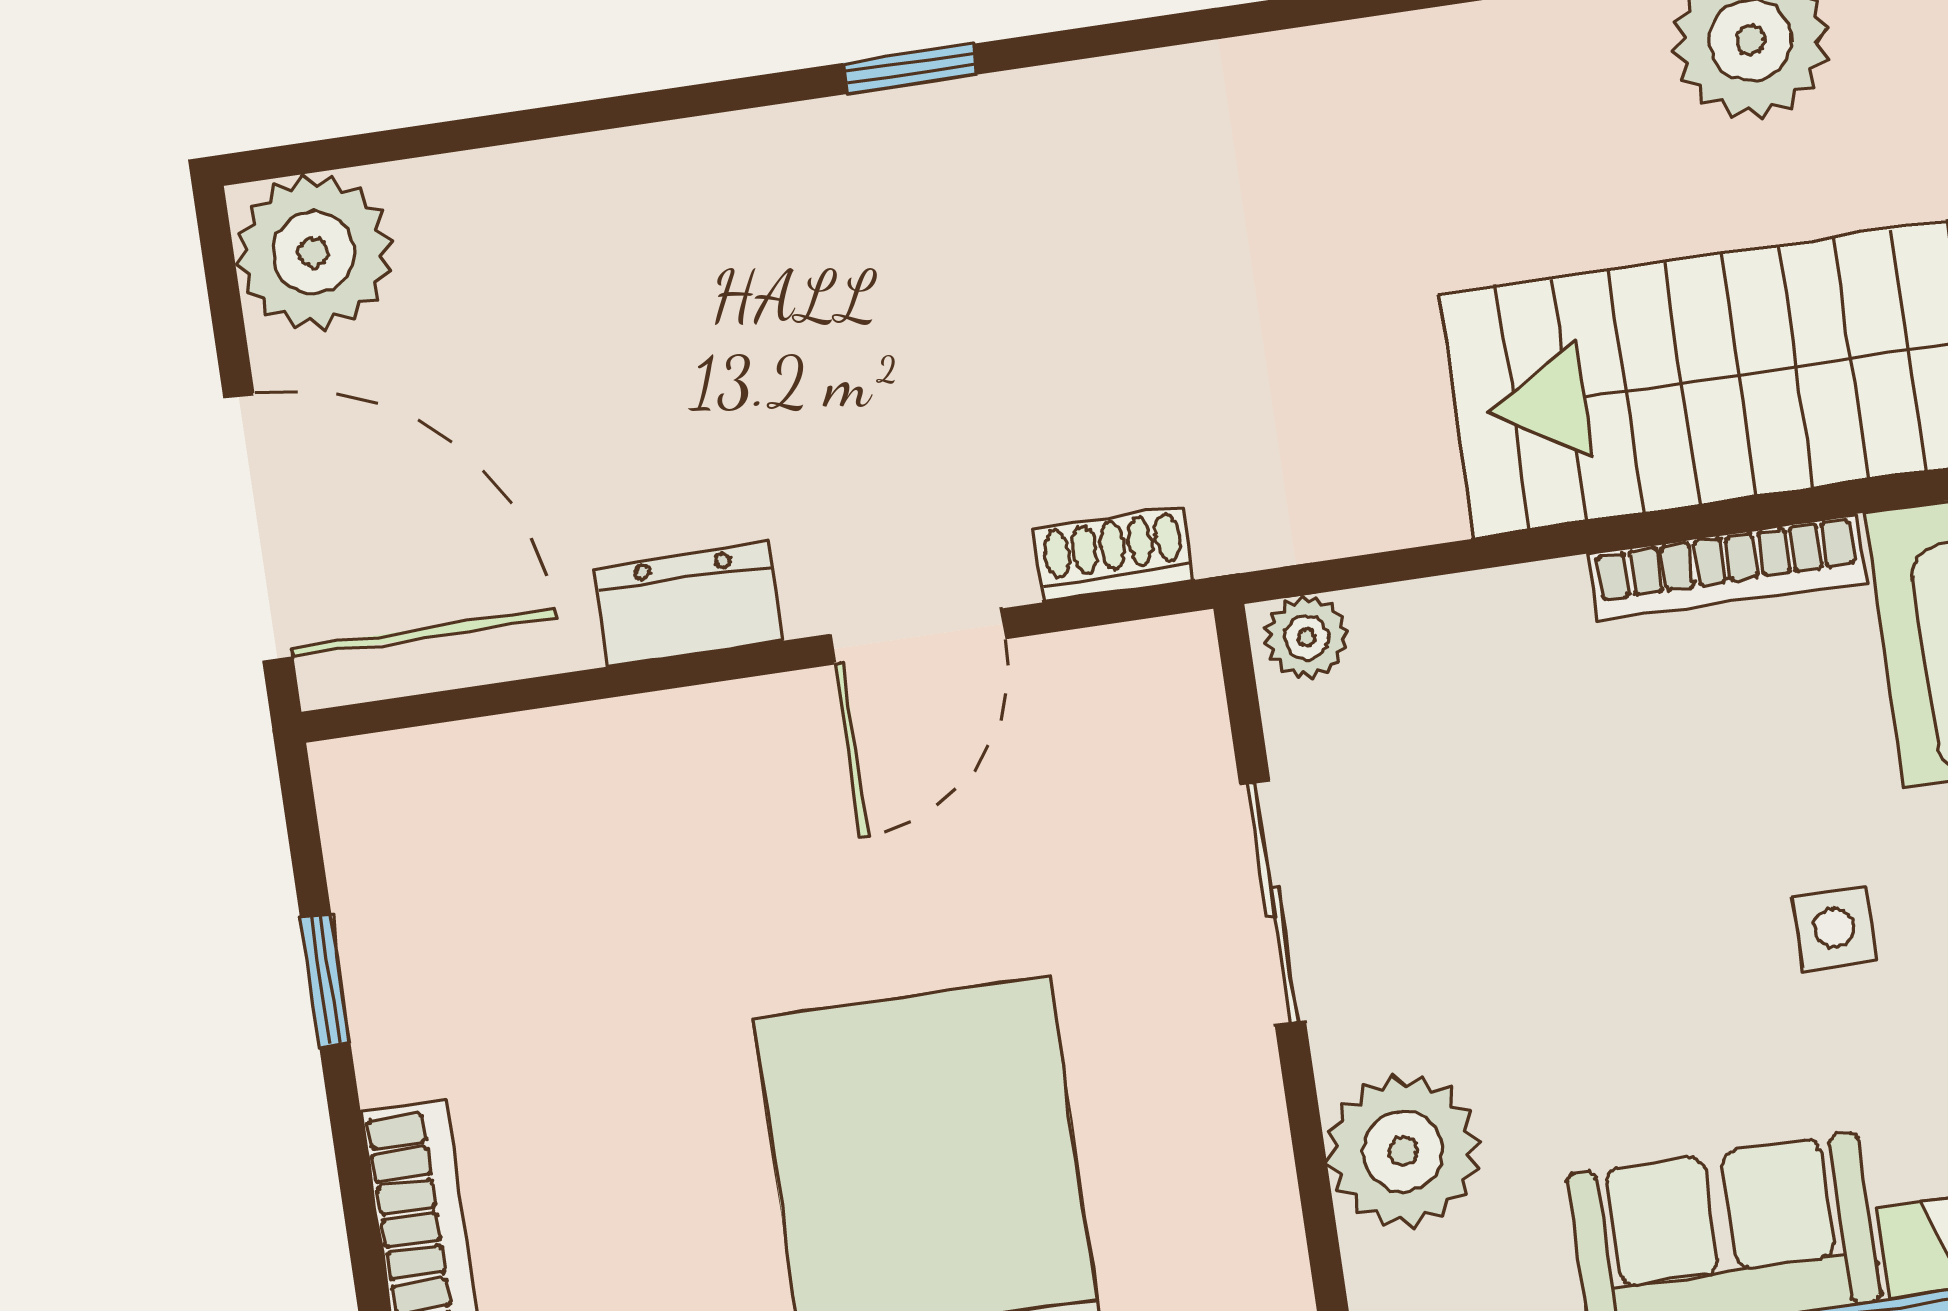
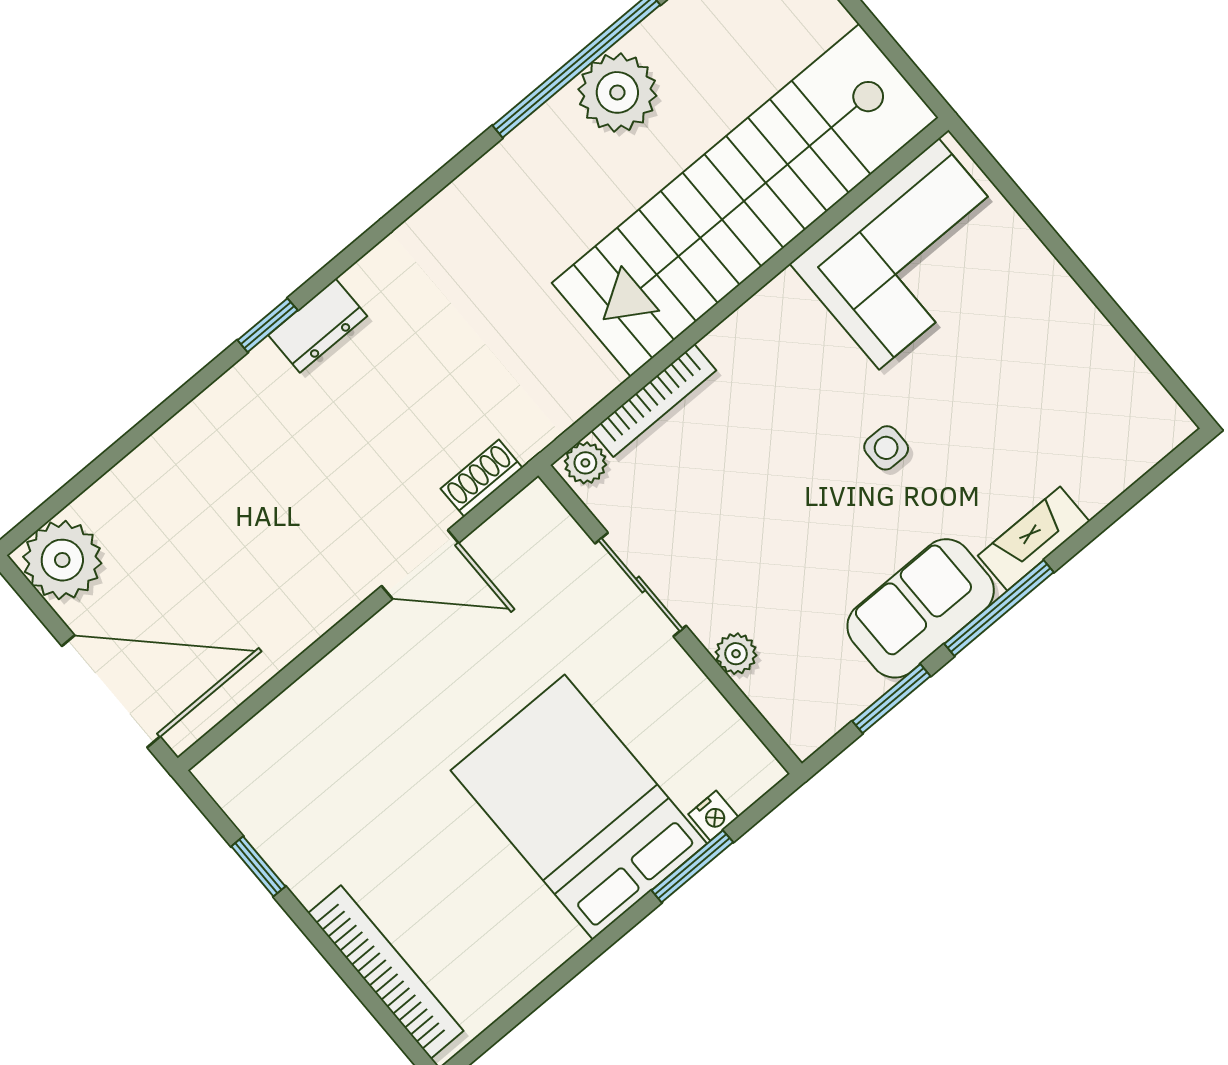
bookcase: (1727, 568) -> (654, 400), moved
dresser: (688, 605) -> (318, 326), moved, turned 180
door: (918, 636) -> (420, 564), hinge flipped
plant: (1403, 1151) -> (736, 654), width x0.53, depth x0.53

